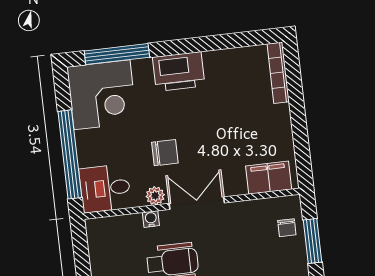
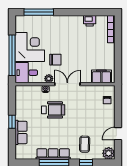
printer: (179, 72) -> (90, 21), moved, width x0.53, depth x0.68
corner desk: (102, 95) -> (30, 47), moved, turned -90
window: (312, 241) -> (118, 108), removed

